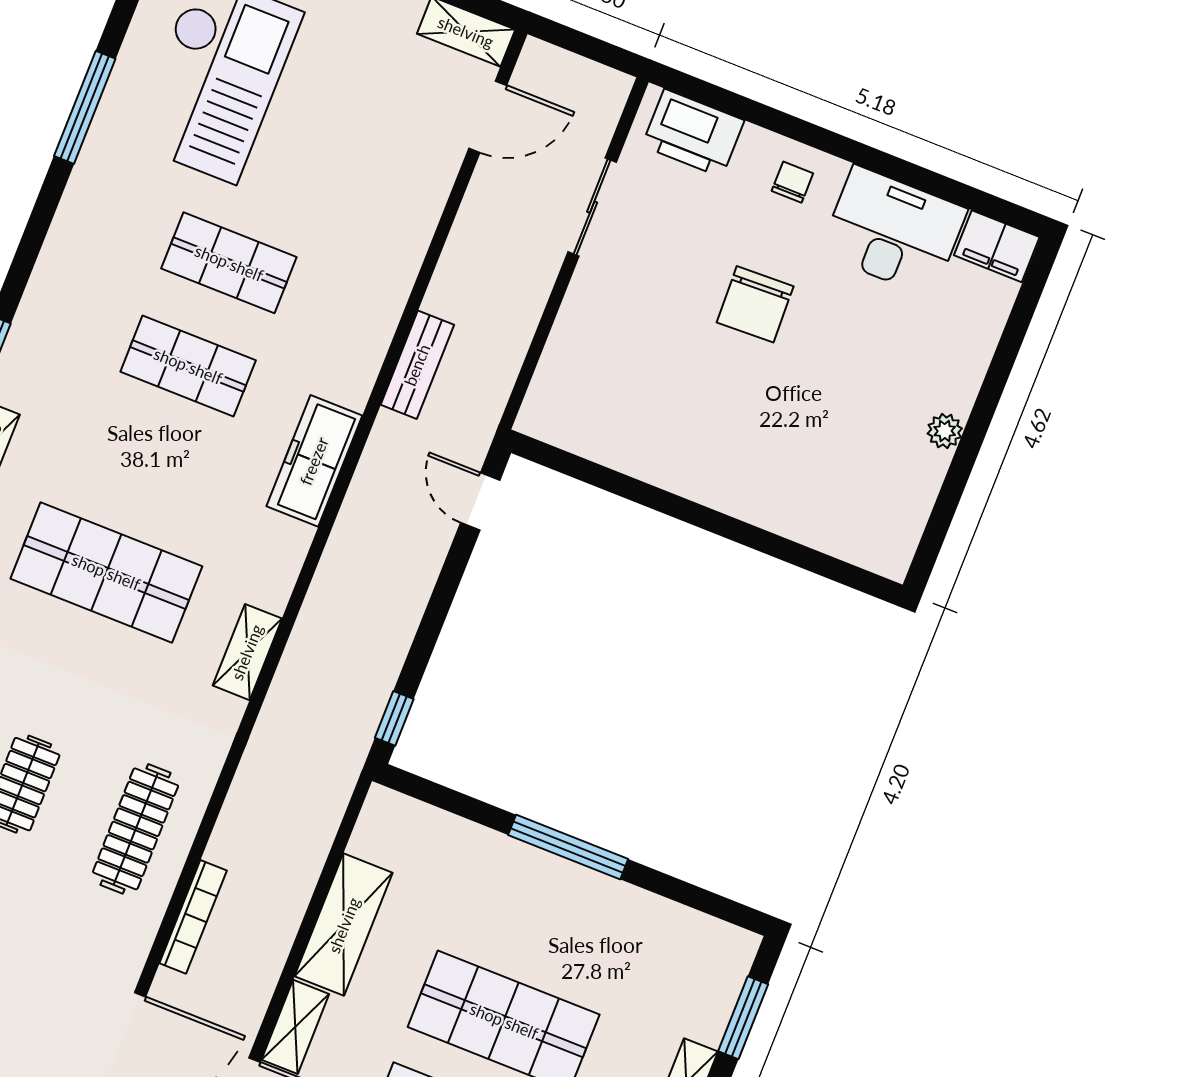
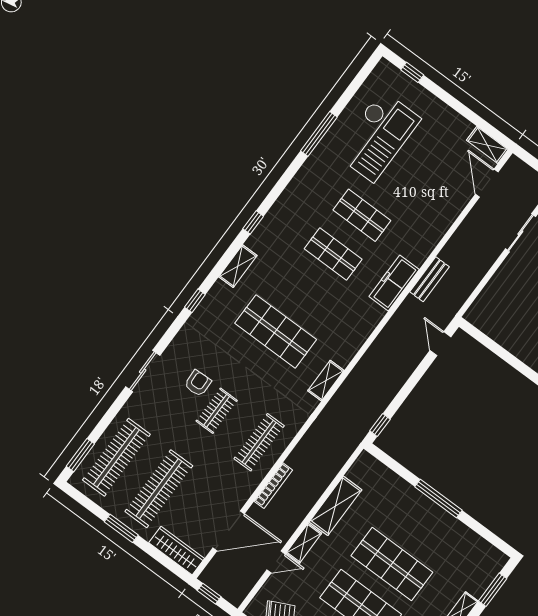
door: (488, 117) -> (487, 183), swing flipped
freezer: (314, 461) -> (394, 283), moved

